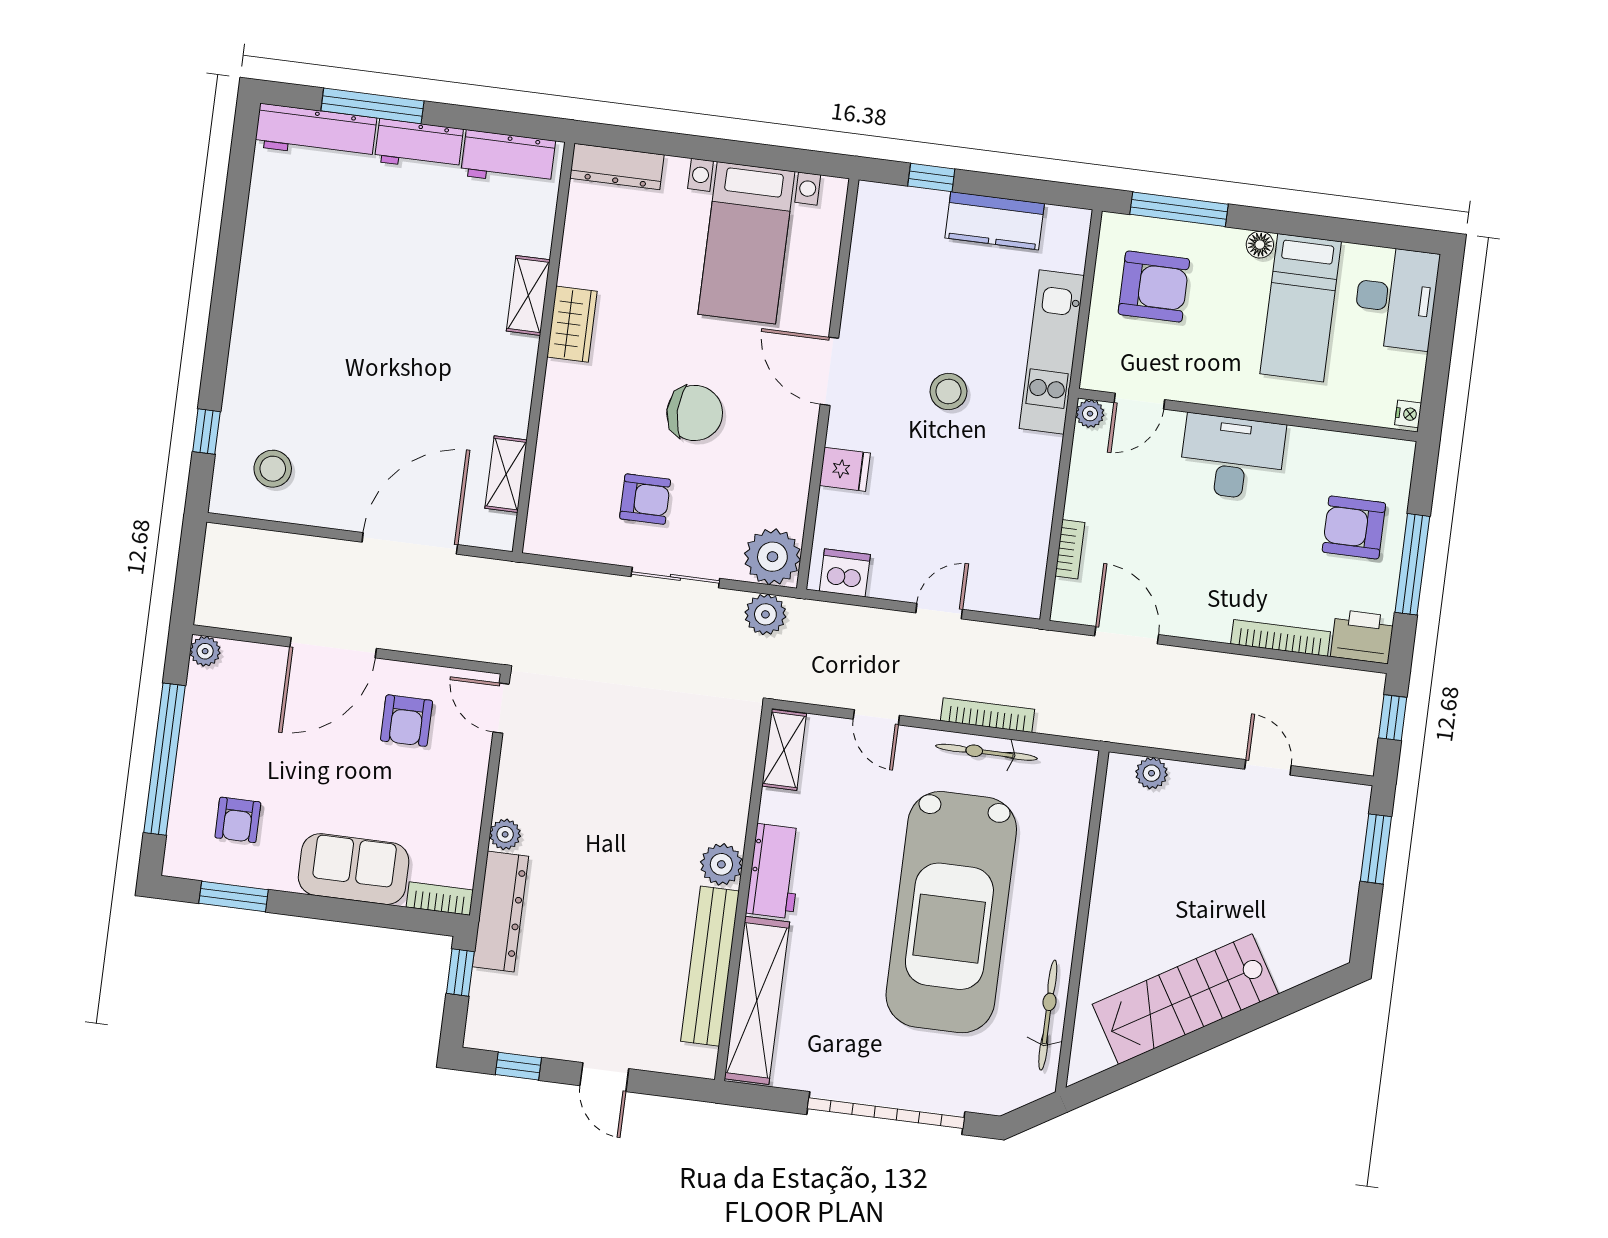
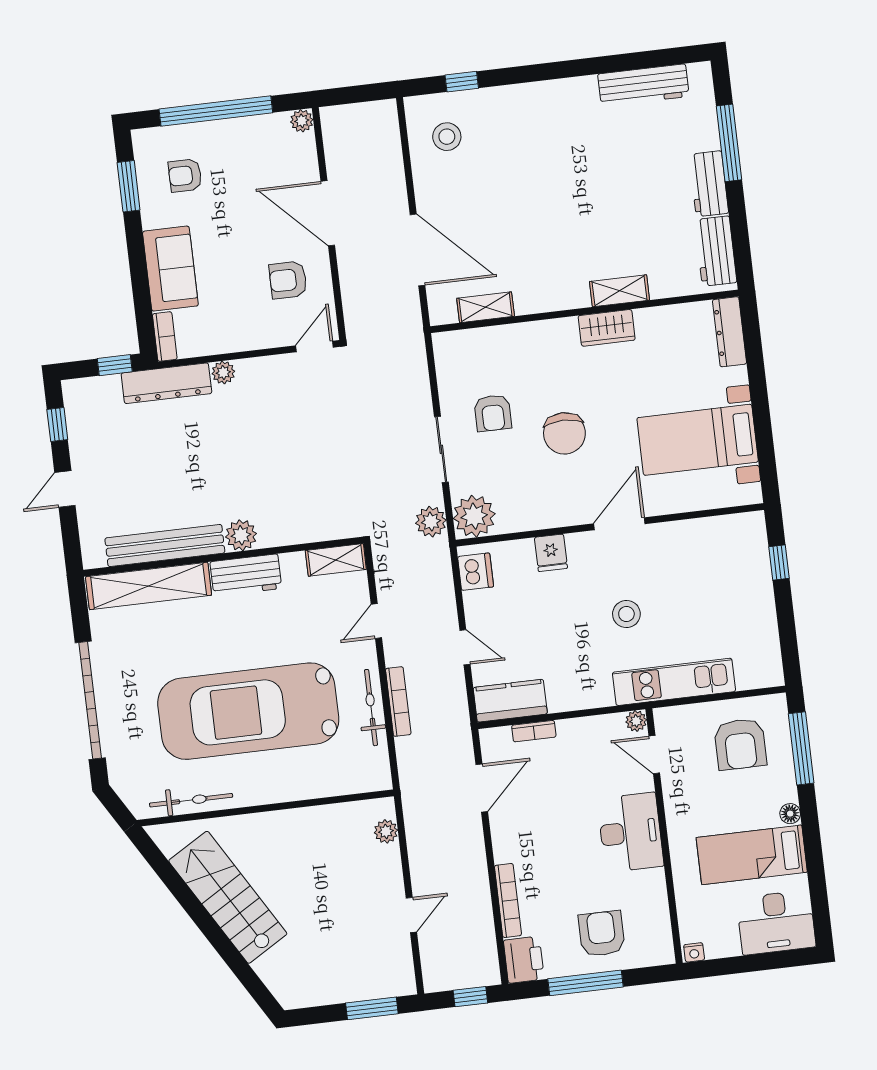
workbench: (316, 132) -> (643, 85), moved, turned -90
kitchen counter: (995, 221) -> (510, 701), moved, turned 90

